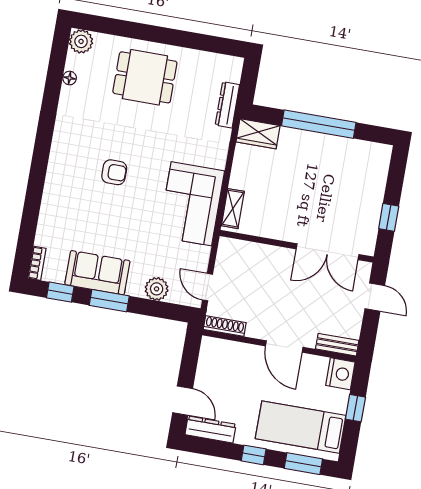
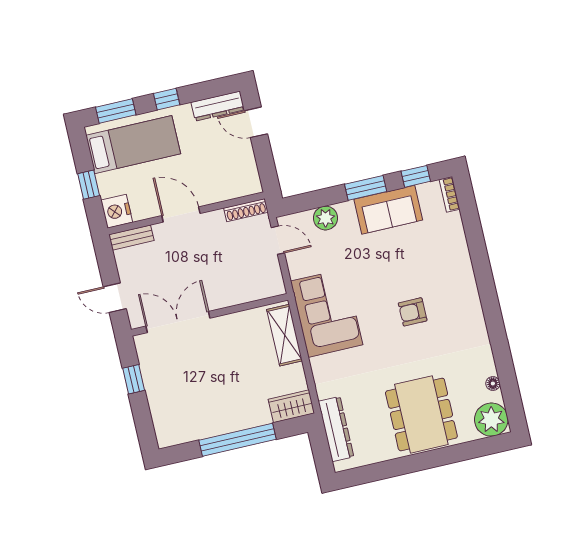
plant: (81, 41) -> (491, 420), width x1.36, depth x1.36
dining table: (145, 77) -> (421, 414), width x1.37
dresser: (227, 105) -> (336, 429), width x1.37, depth x1.24
shelving: (233, 209) -> (285, 335), width x1.50, depth x1.33

